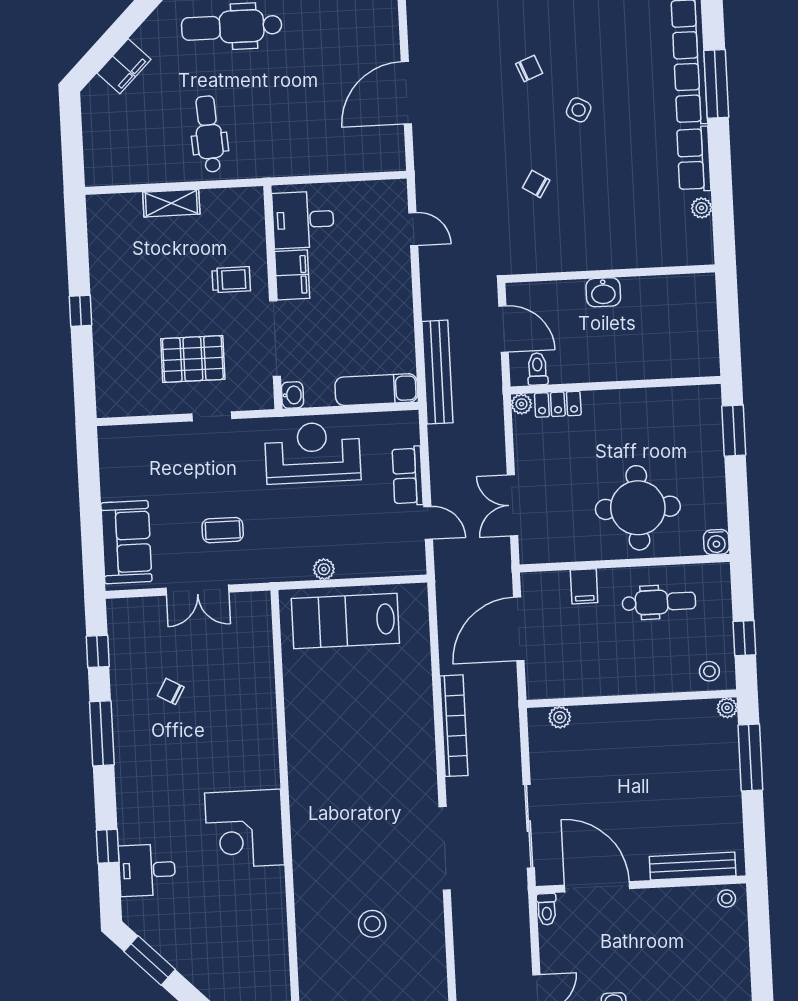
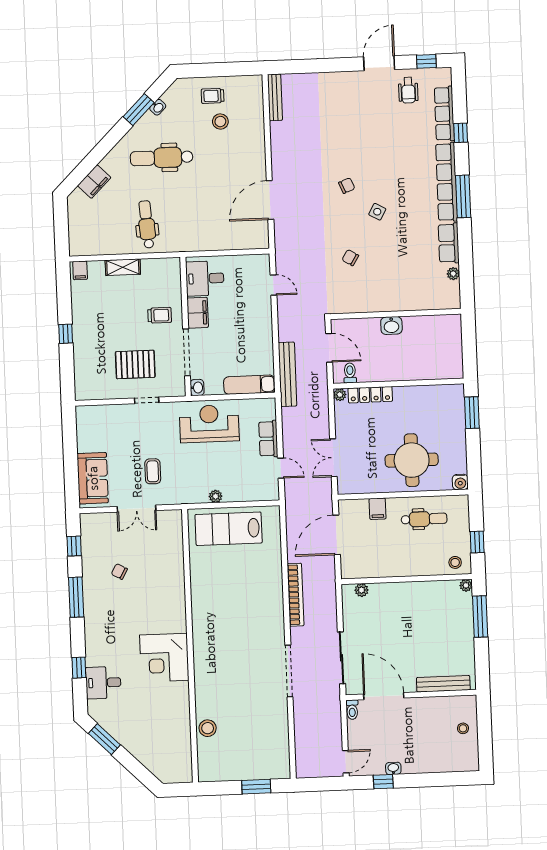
filing cabinet: (103, 209) -> (80, 270), added
locker: (558, 404) -> (370, 395), width x1.53
coffee table: (223, 530) -> (153, 471), turned 90
stool: (727, 898) -> (463, 728), moved
stool: (372, 924) -> (208, 728), moved

